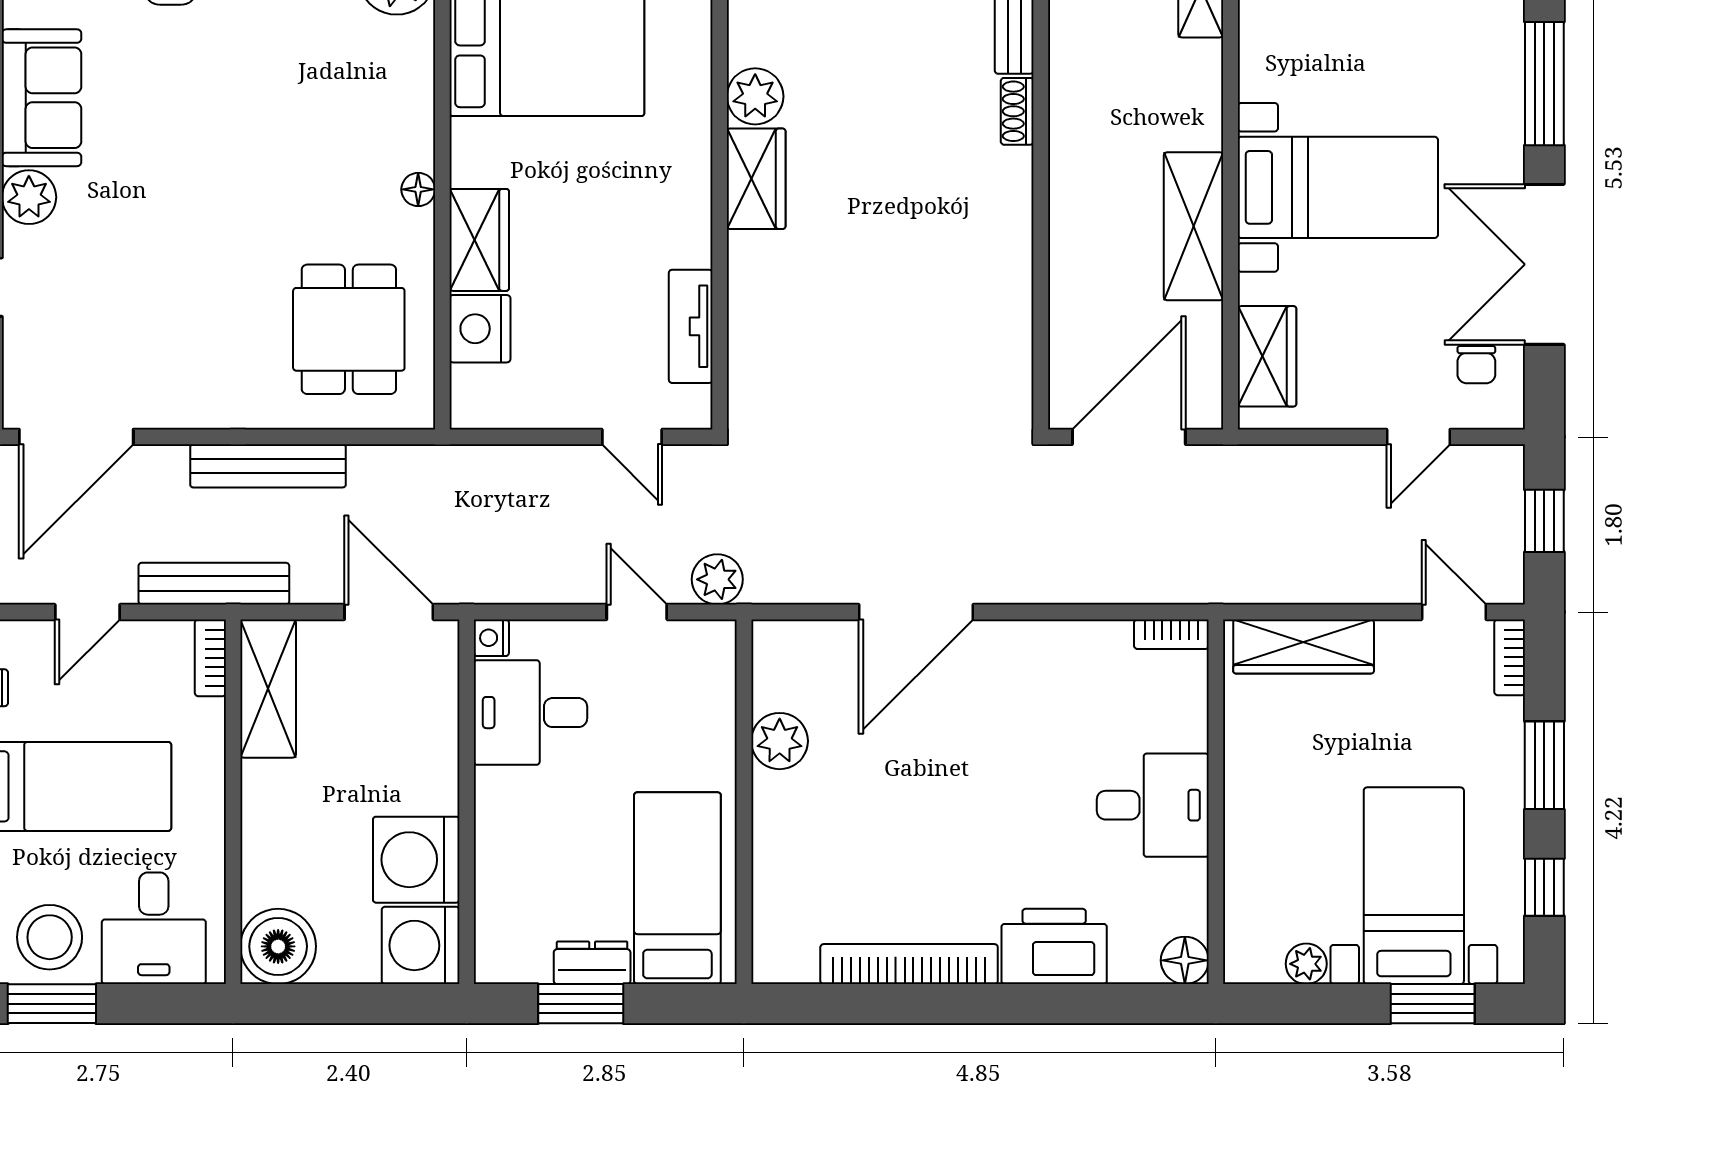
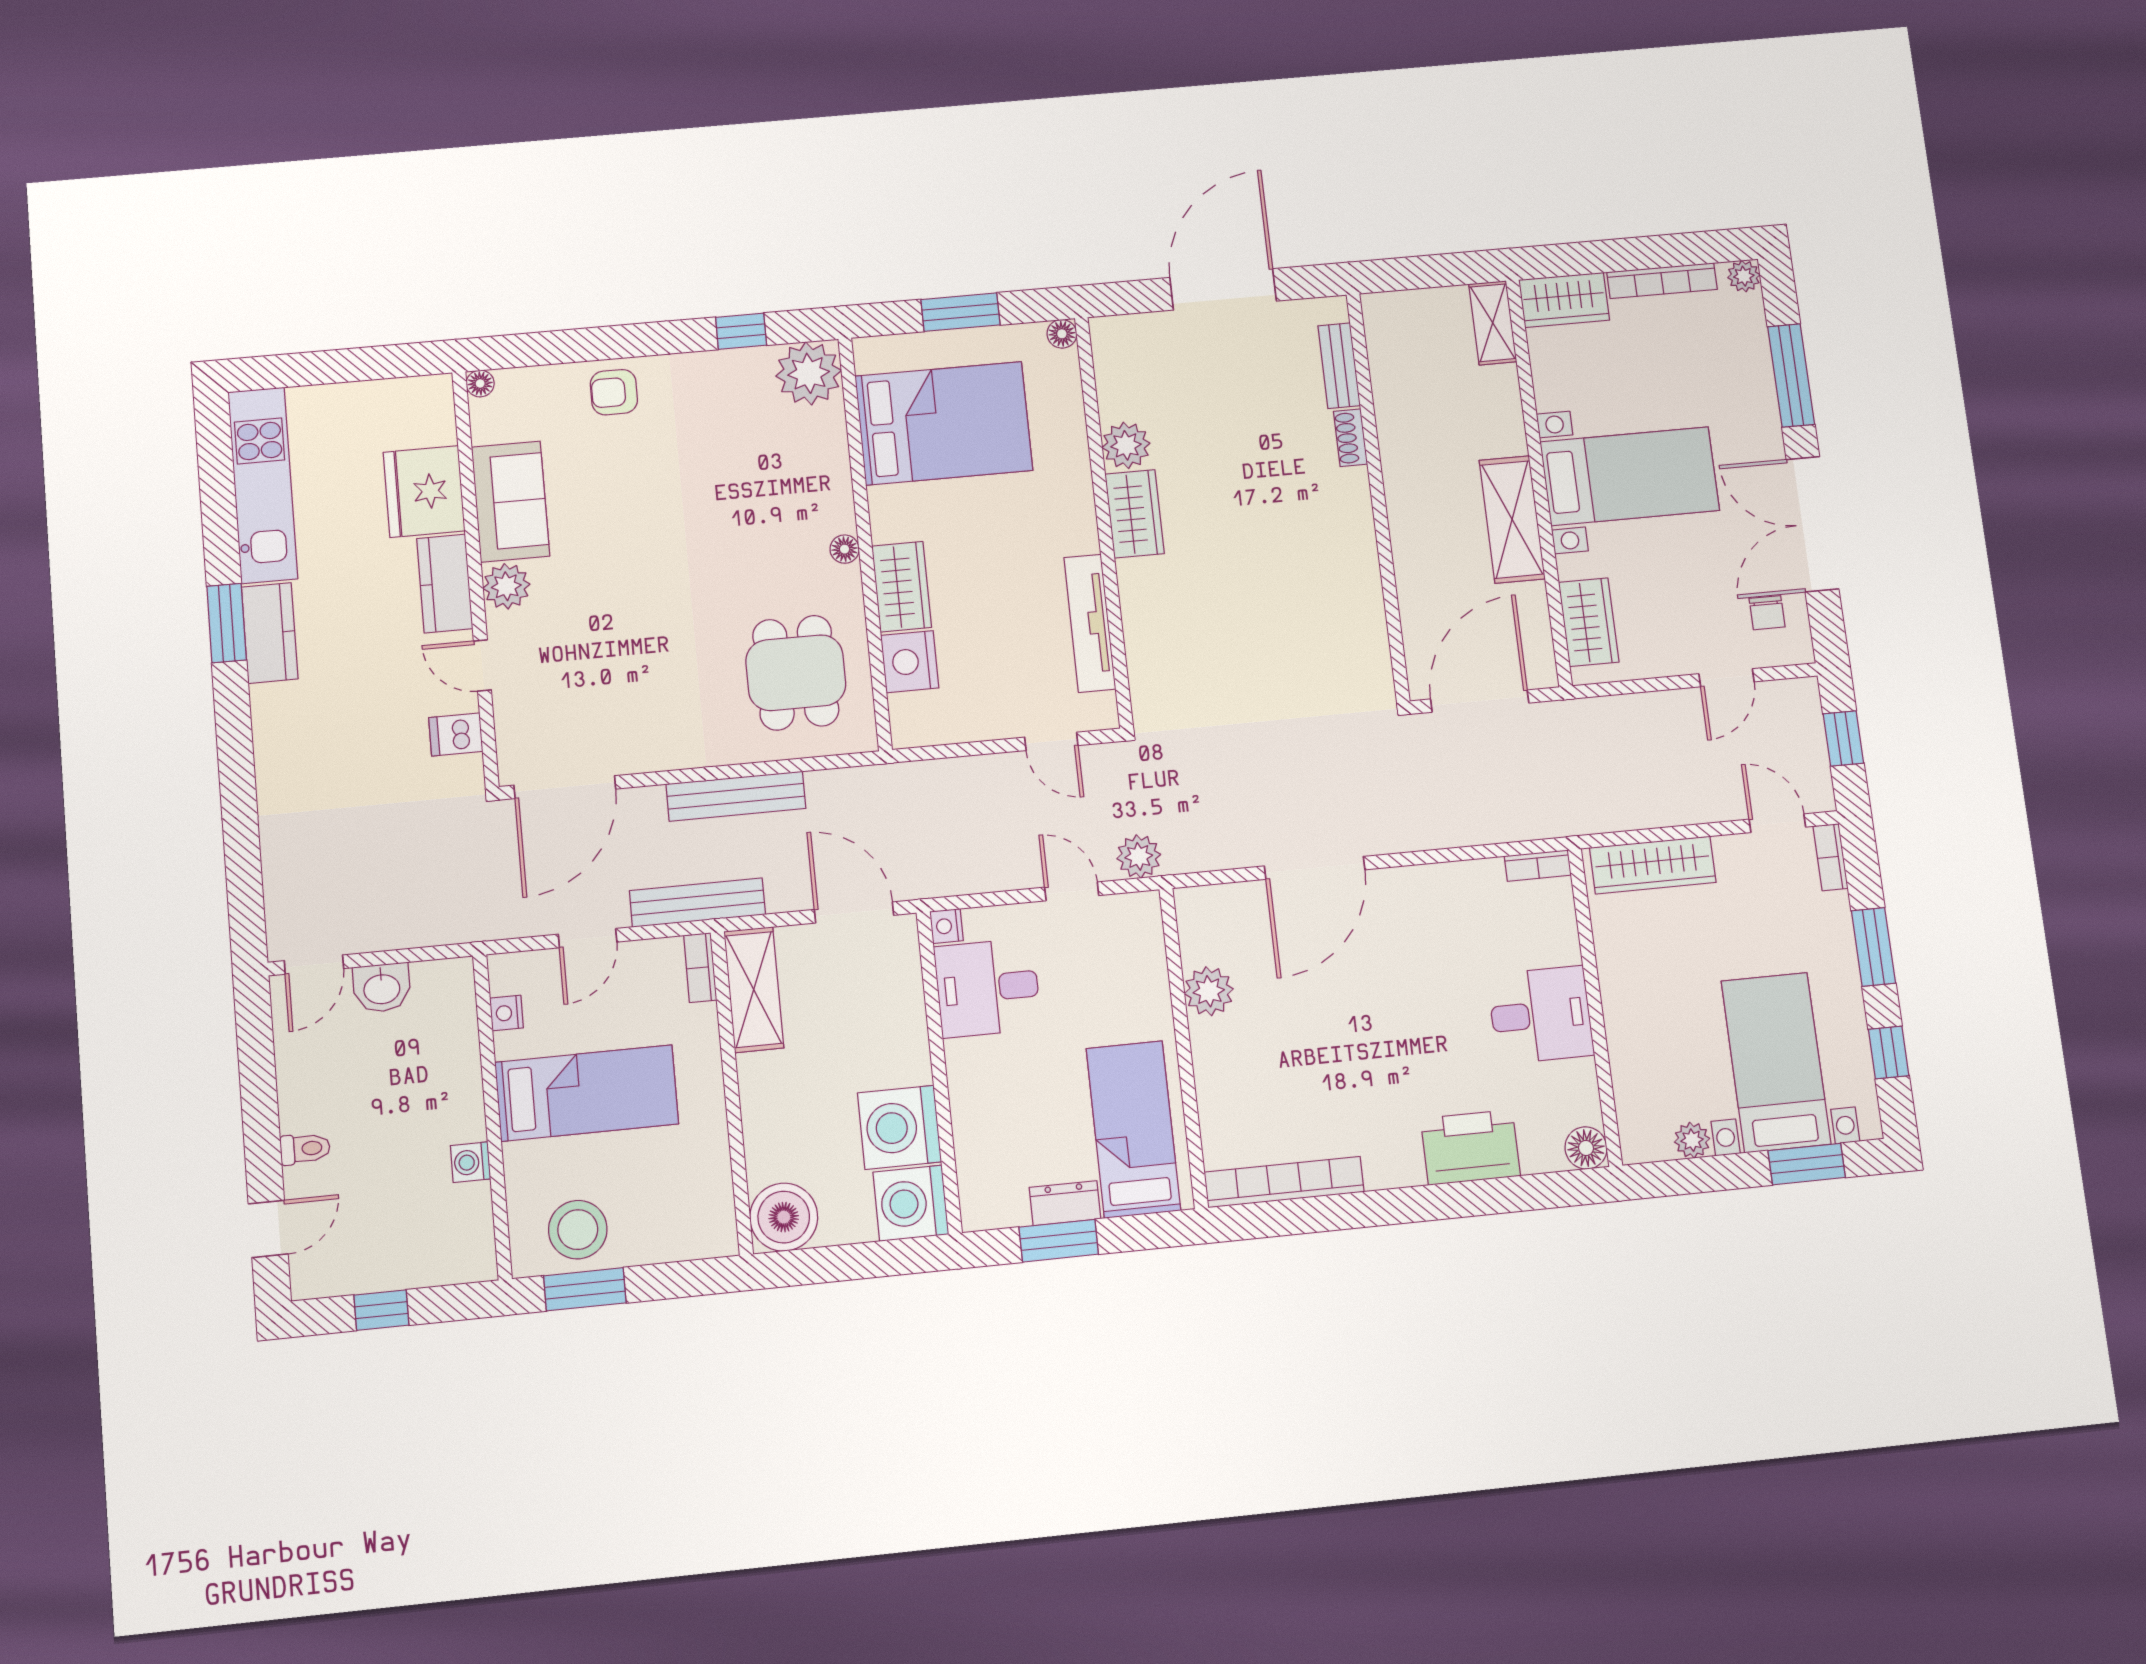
tv unit: (691, 326) -> (1090, 623), width x1.41
desk: (154, 928) -> (671, 1212), removed
bookcase: (909, 964) -> (1284, 1182), moved

